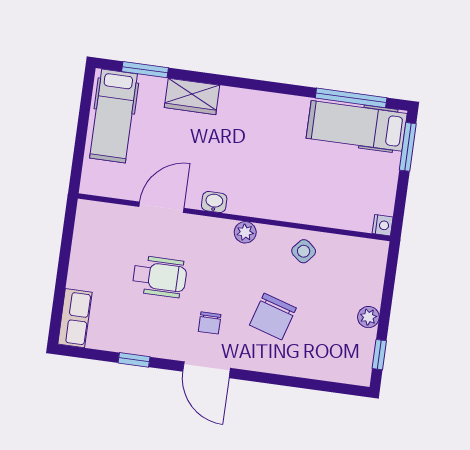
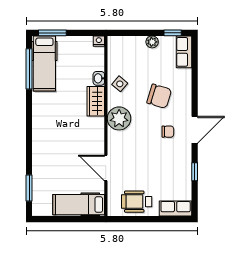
wardrobe: (192, 96) -> (96, 101), moved, turned 180
hospital bed: (114, 116) -> (79, 205), moved, turned 180
washbasin: (214, 202) -> (99, 78), moved
plant: (245, 232) -> (119, 118), width x1.88, depth x1.88
wheelchair: (160, 277) -> (137, 202), moved, turned -90
row of seats: (344, 370) -> (184, 52), added

